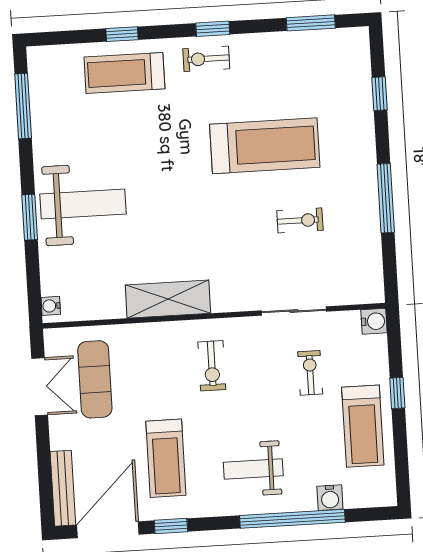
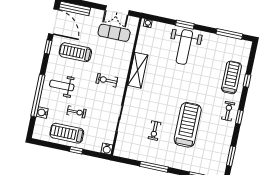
treadmill: (265, 146) -> (188, 125), turned 180
exercise bike: (310, 373) -> (76, 112), moved
weight bench: (253, 469) -> (62, 85), turned -90

